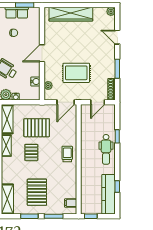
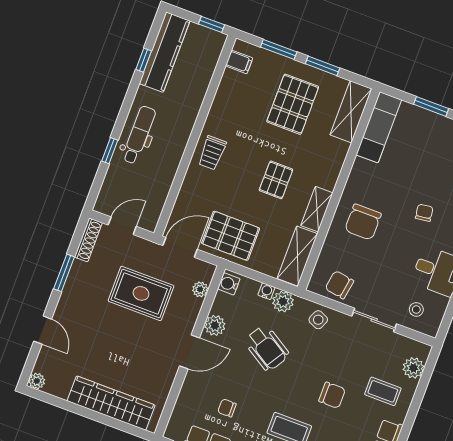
plant: (35, 71) -> (215, 325), added
water cooler: (35, 82) -> (229, 284), moved
pallet: (37, 128) -> (231, 236), moved

